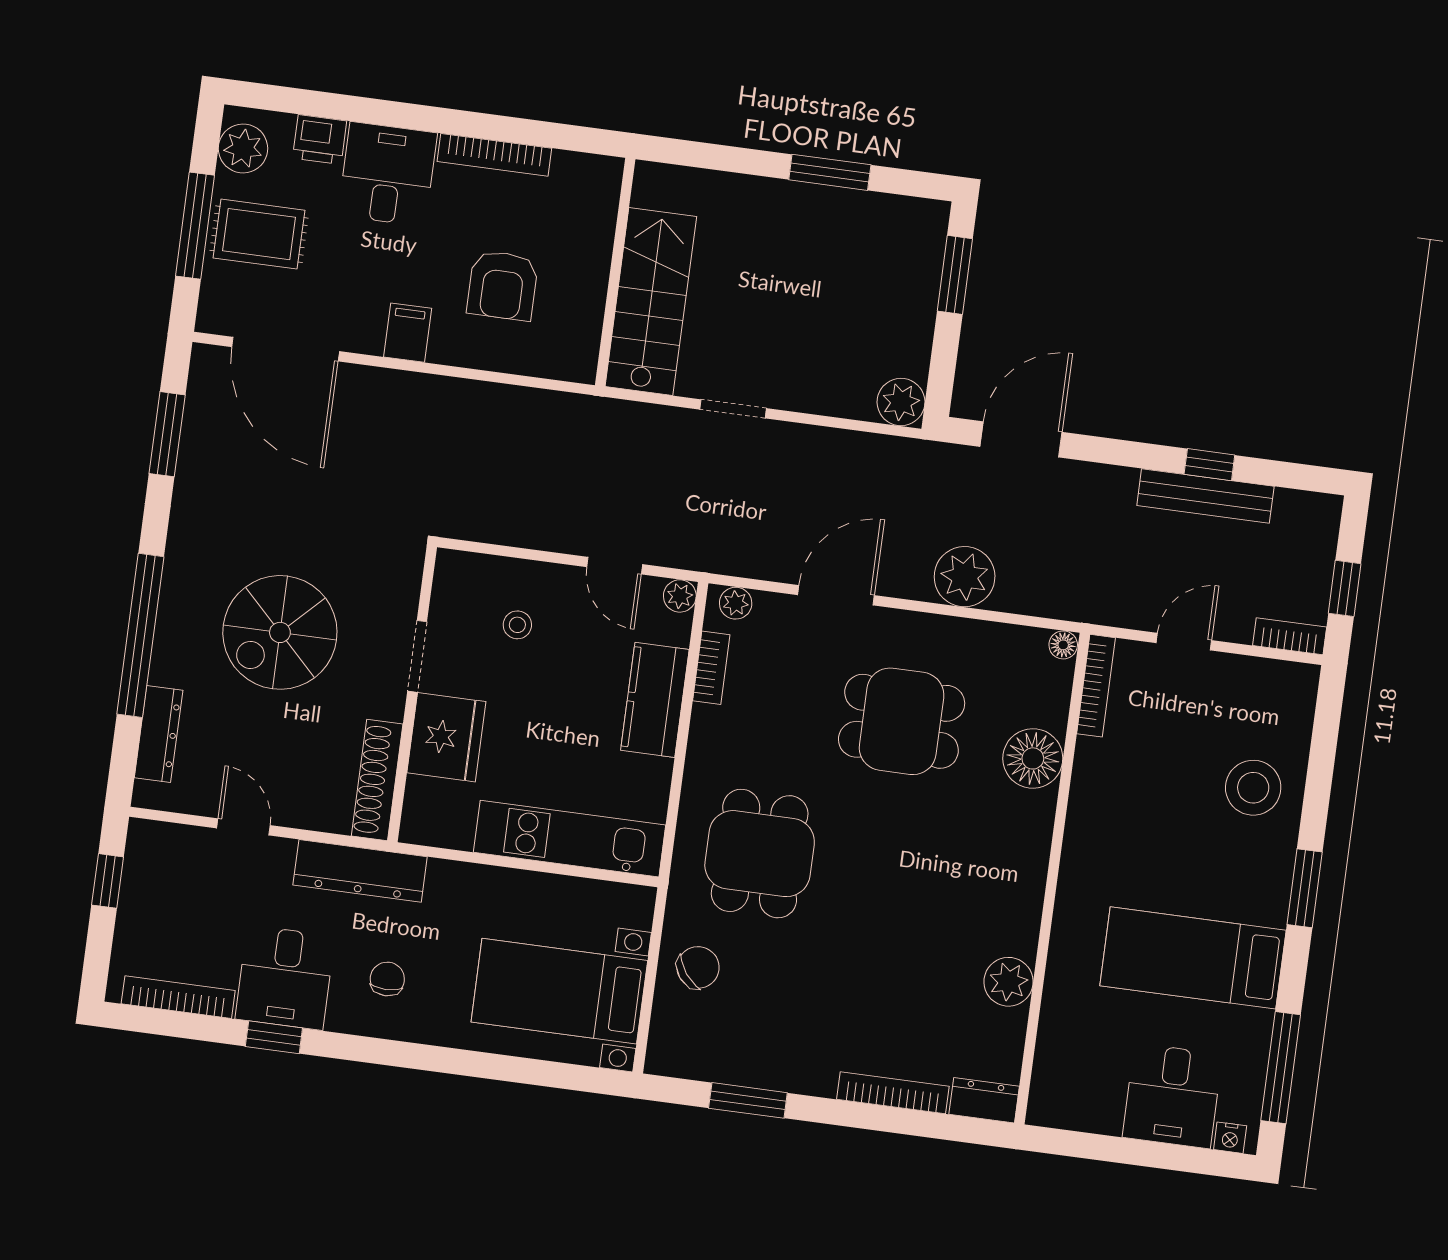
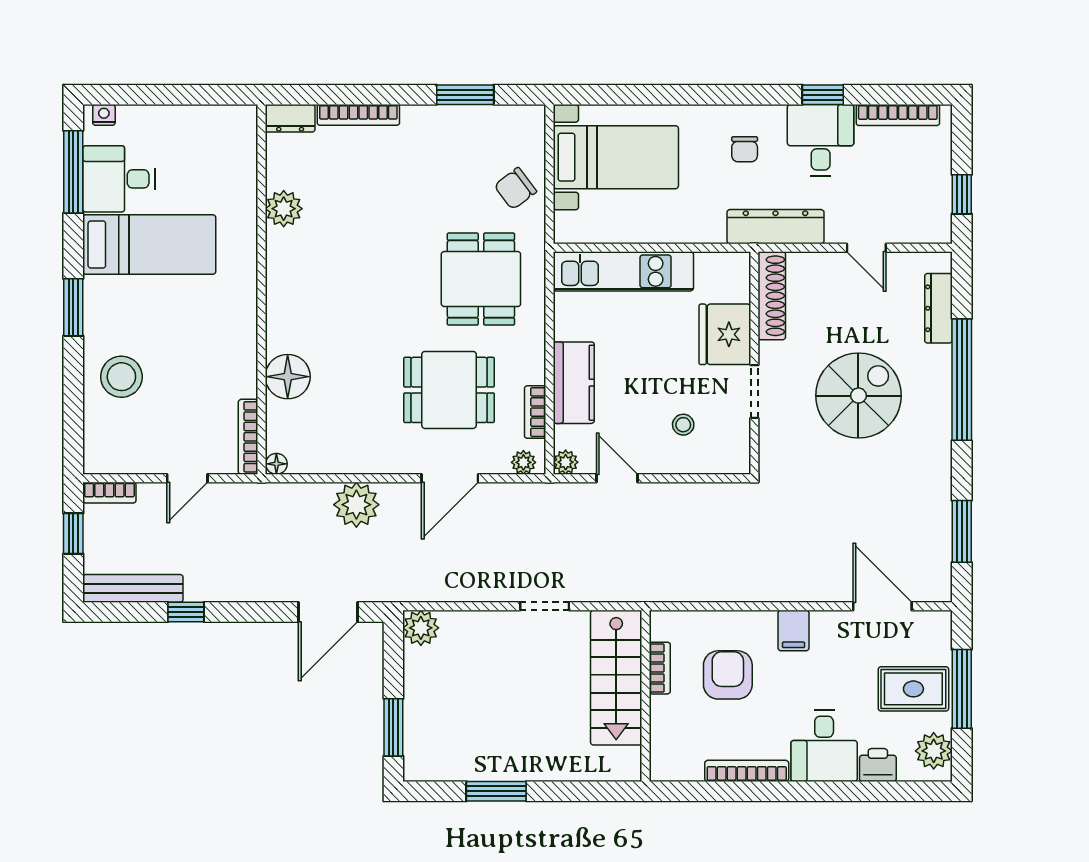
bookcase: (591, 307) -> (660, 668), added
door: (286, 349) -> (882, 606), width x0.73
bench: (1205, 496) -> (133, 588), moved
dining table: (902, 721) -> (449, 390), moved
desk: (1172, 1096) -> (119, 179), moved, turned -90

